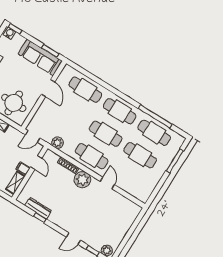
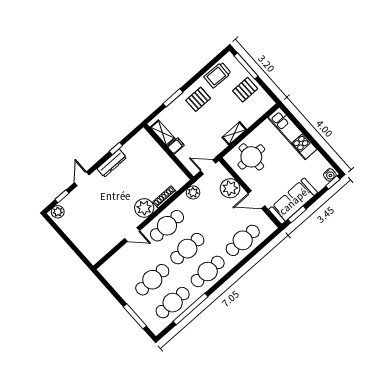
plant: (45, 113) -> (230, 188), added
door: (33, 136) -> (208, 167), hinge flipped
door: (36, 163) -> (178, 162), removed
dresser: (38, 208) -> (112, 163), moved

